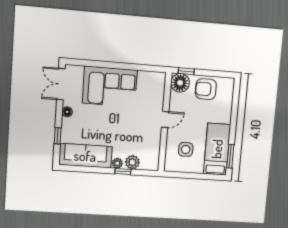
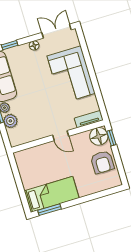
tv unit: (160, 86) -> (89, 119), added
armchair: (206, 89) -> (102, 162), turned 180
side table: (186, 149) -> (40, 165), removed

